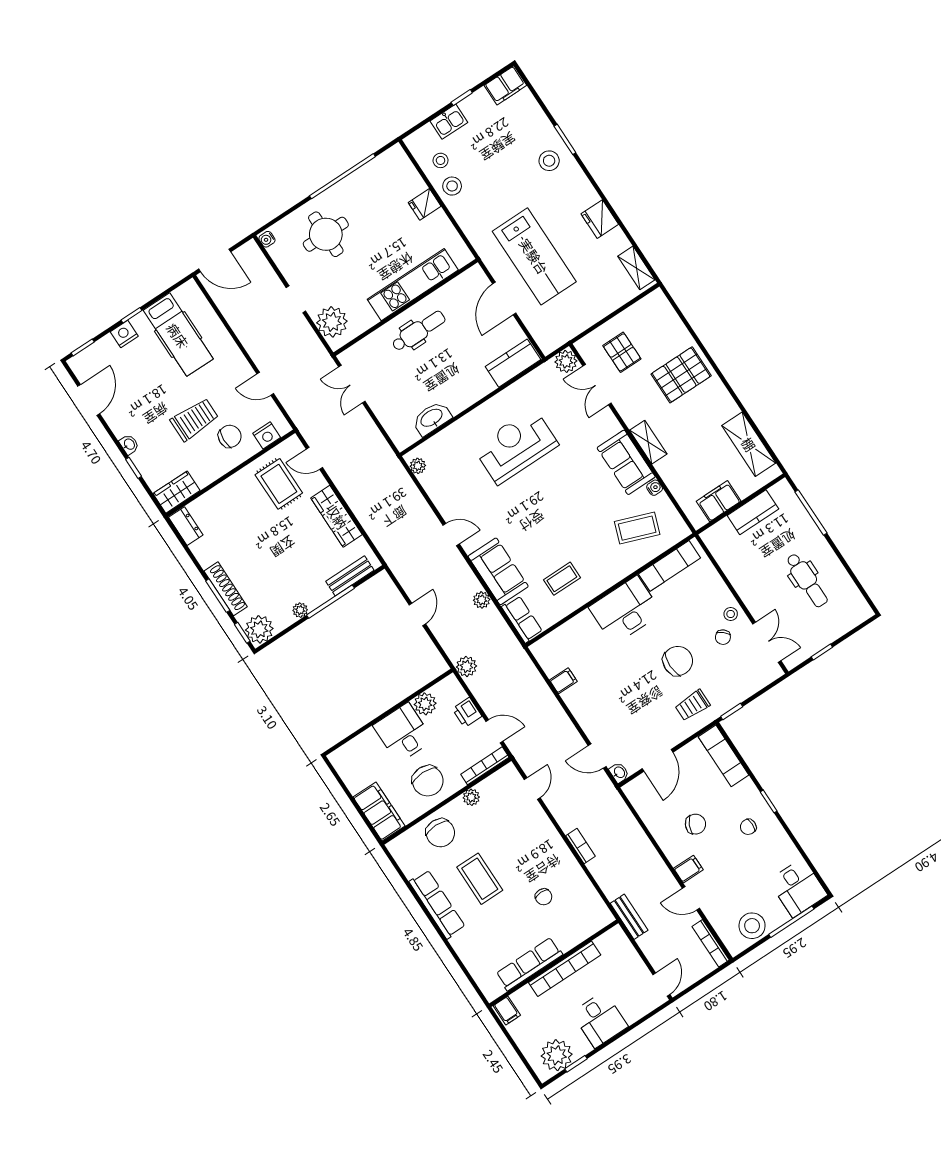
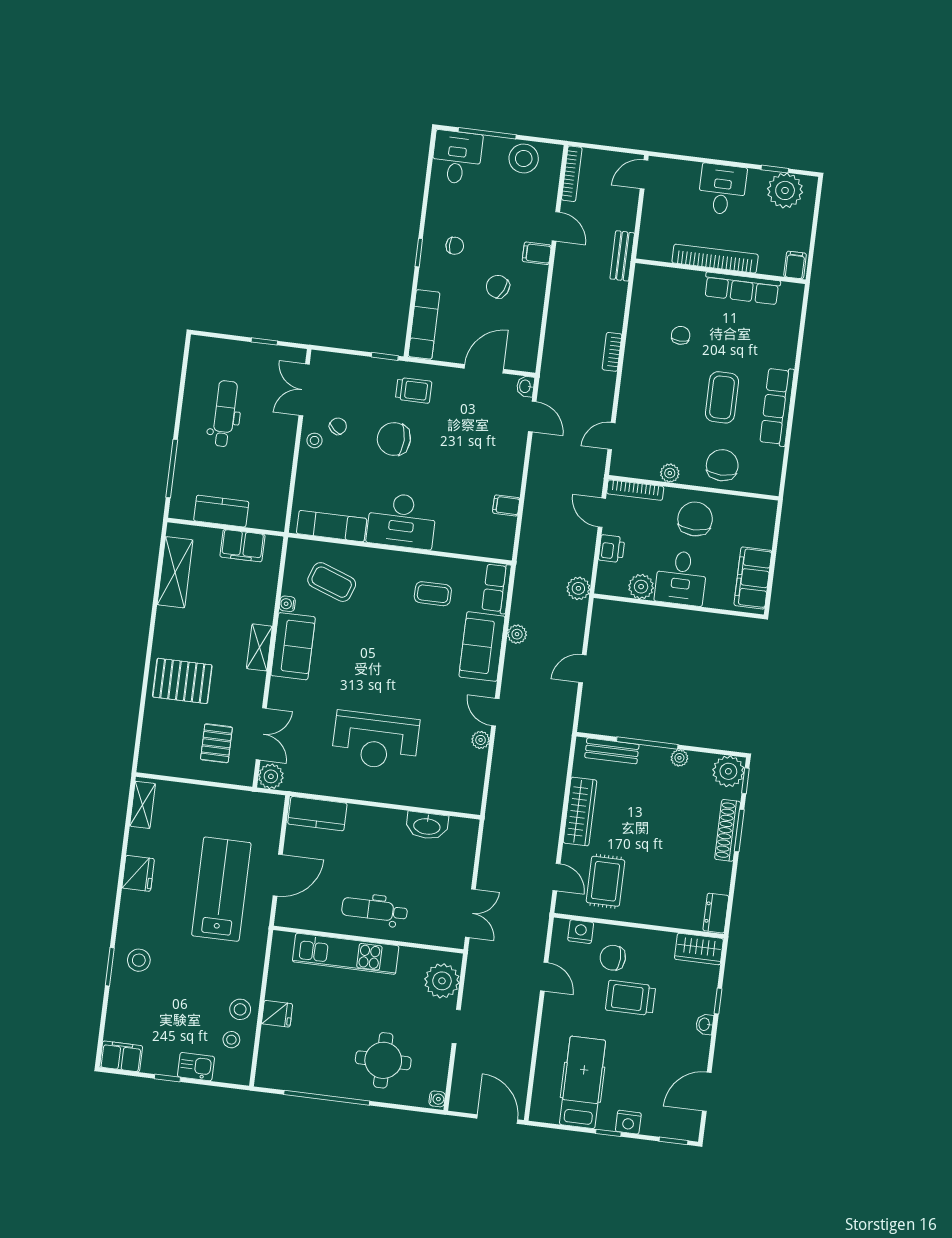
plant: (418, 466) -> (481, 740), moved
filing cabinet: (379, 812) -> (753, 578), moved

